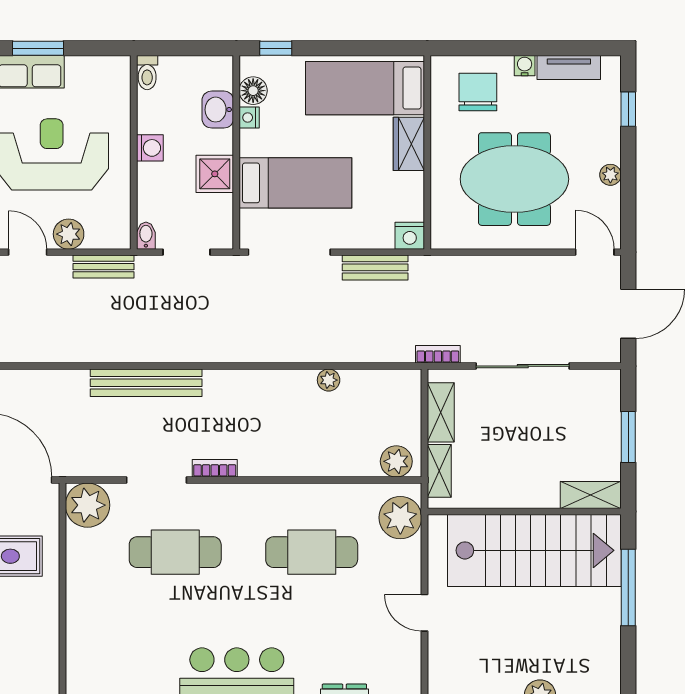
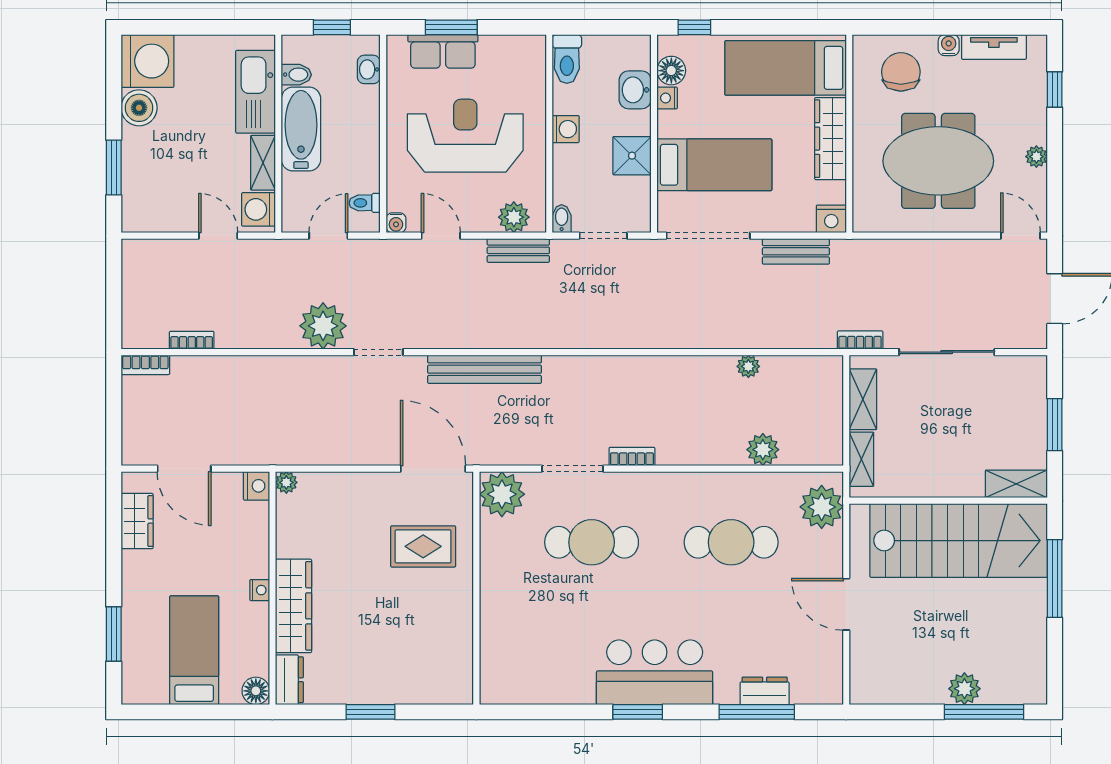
toilet: (147, 73) -> (567, 59), width x1.37, depth x1.39
wardrobe: (409, 144) -> (830, 139), width x1.50
plant: (69, 234) -> (514, 217), moved
bench: (146, 383) -> (484, 369), moved
plant: (396, 461) -> (763, 450), moved
door: (424, 613) -> (846, 604), width x1.38

